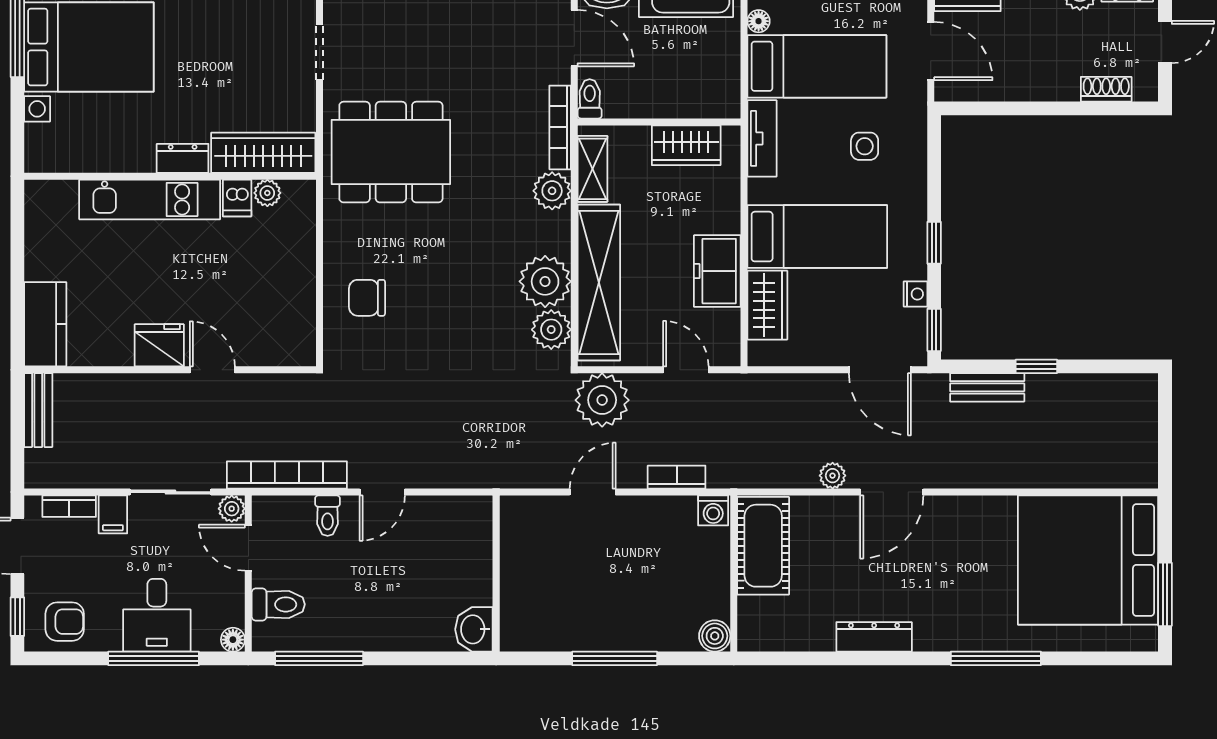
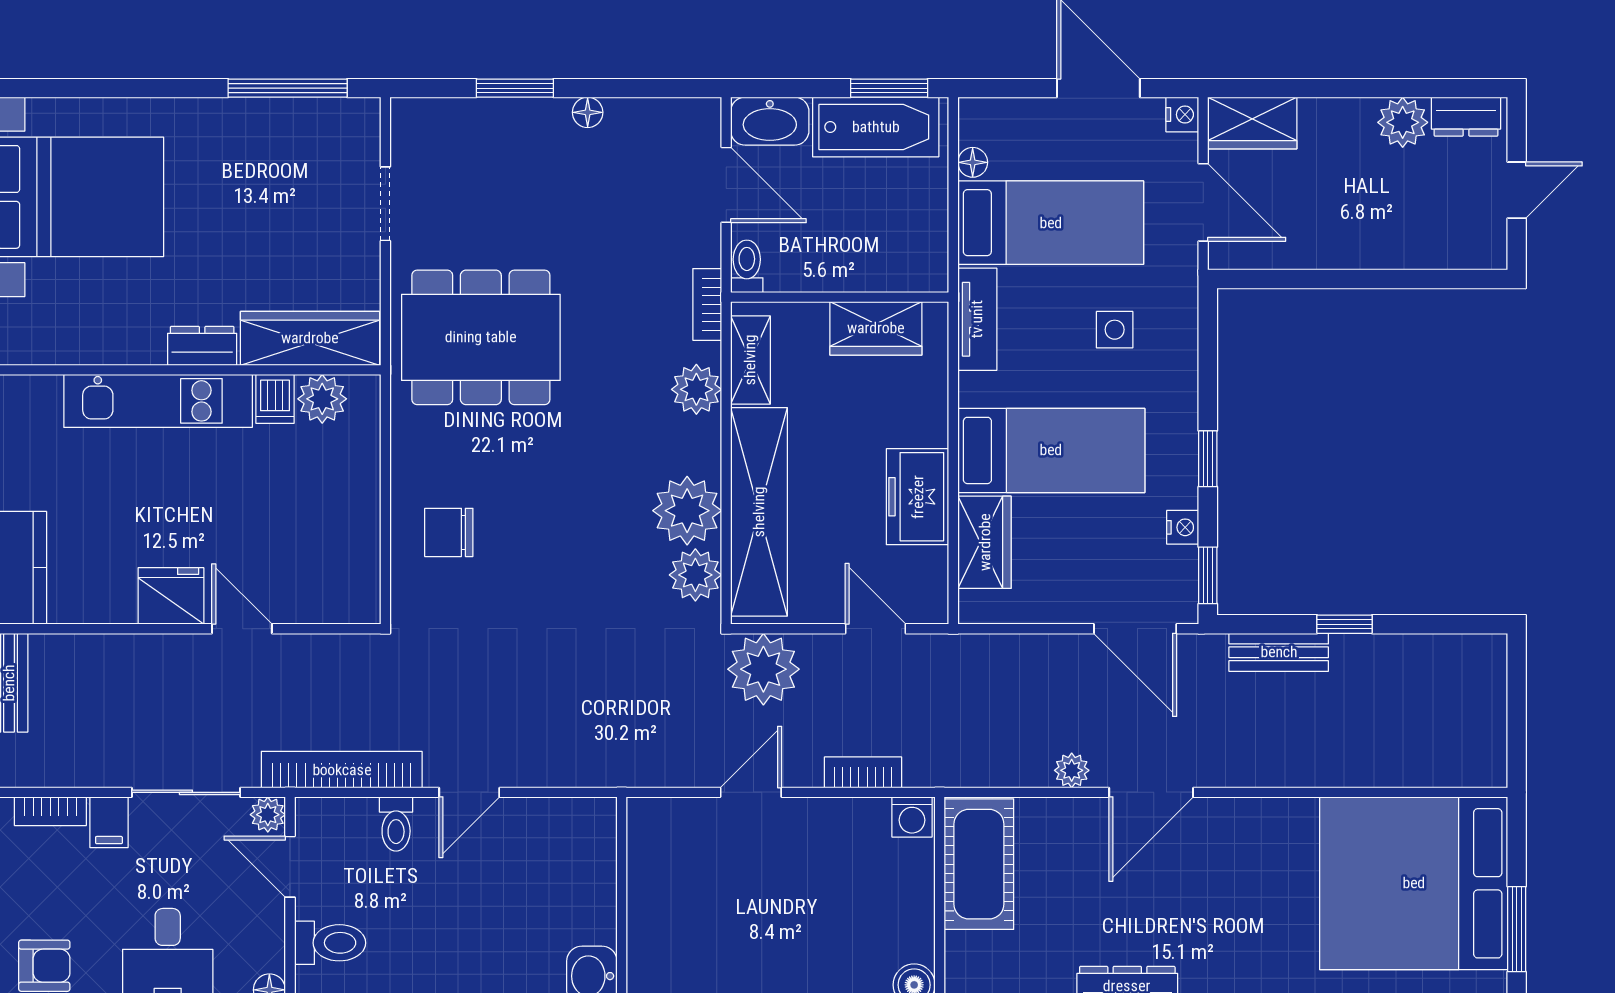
shoe rack: (1106, 89) -> (1438, 253), removed
bookcase: (560, 127) -> (707, 304), width x0.64
plant: (267, 193) -> (322, 399), width x1.38, depth x1.38

